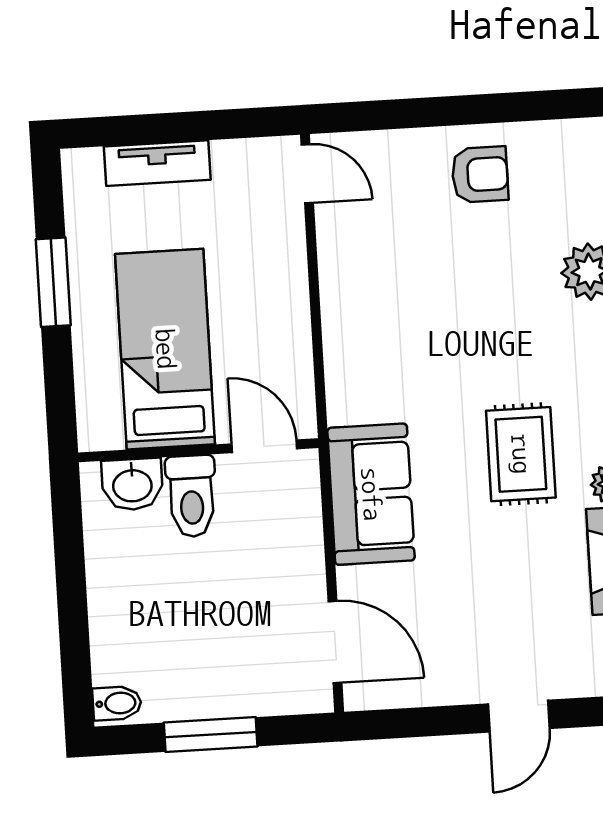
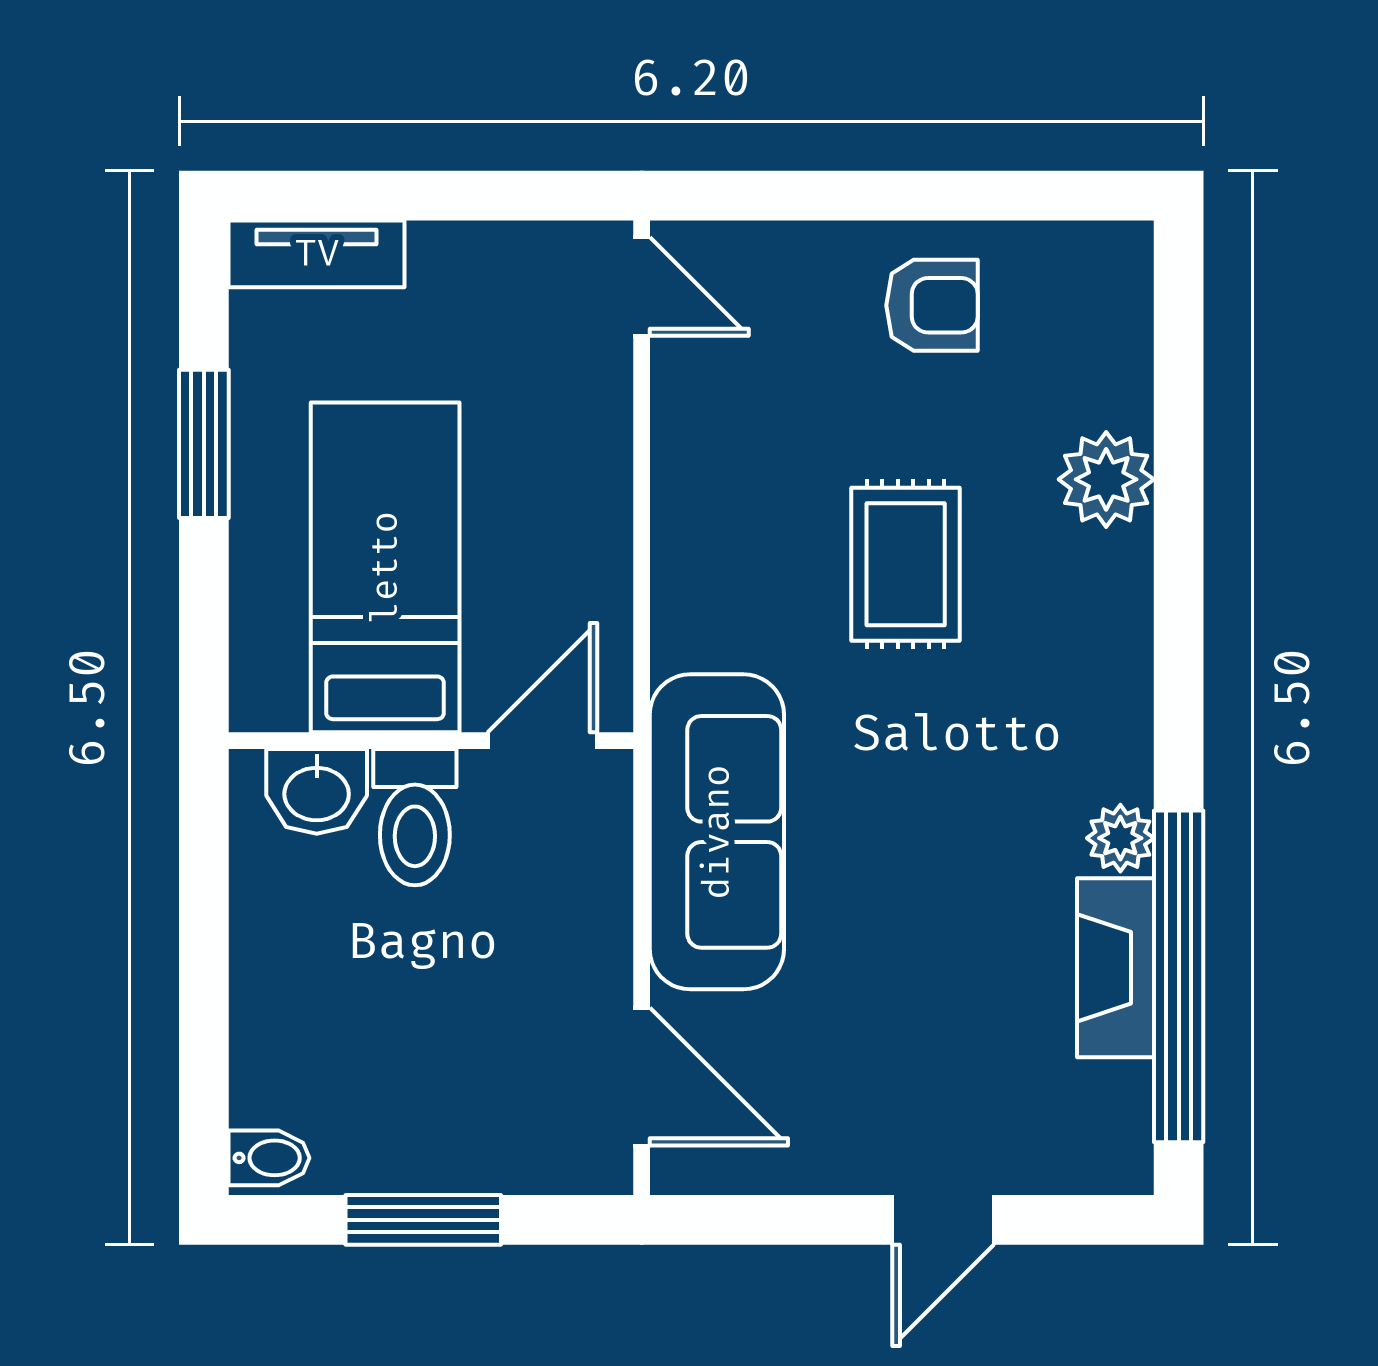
tv unit: (157, 163) -> (317, 254), moved
door: (264, 446) -> (542, 741), hinge flipped
rug: (521, 454) -> (906, 564), moved
sofa: (371, 494) -> (717, 832), width x1.36

